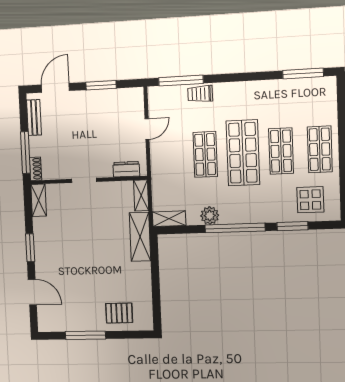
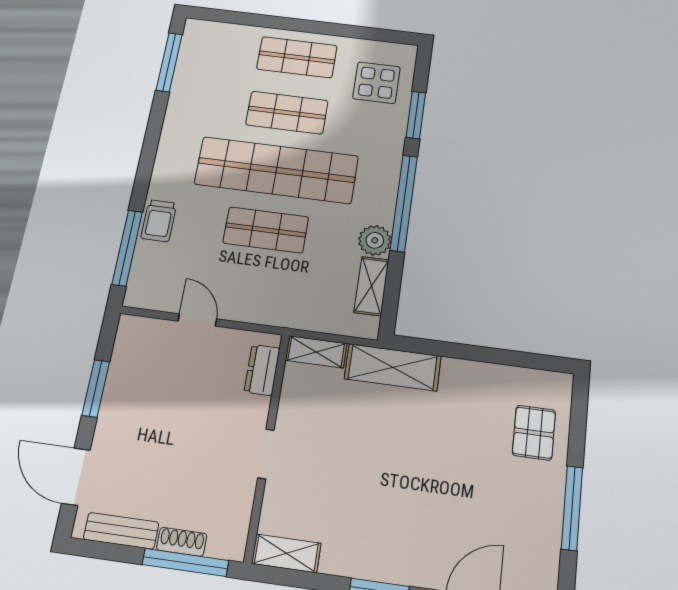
shop shelf: (243, 153) -> (277, 170), width x1.40
shoe rack: (35, 169) -> (182, 542), moved
shelving: (169, 219) -> (371, 286), moved

